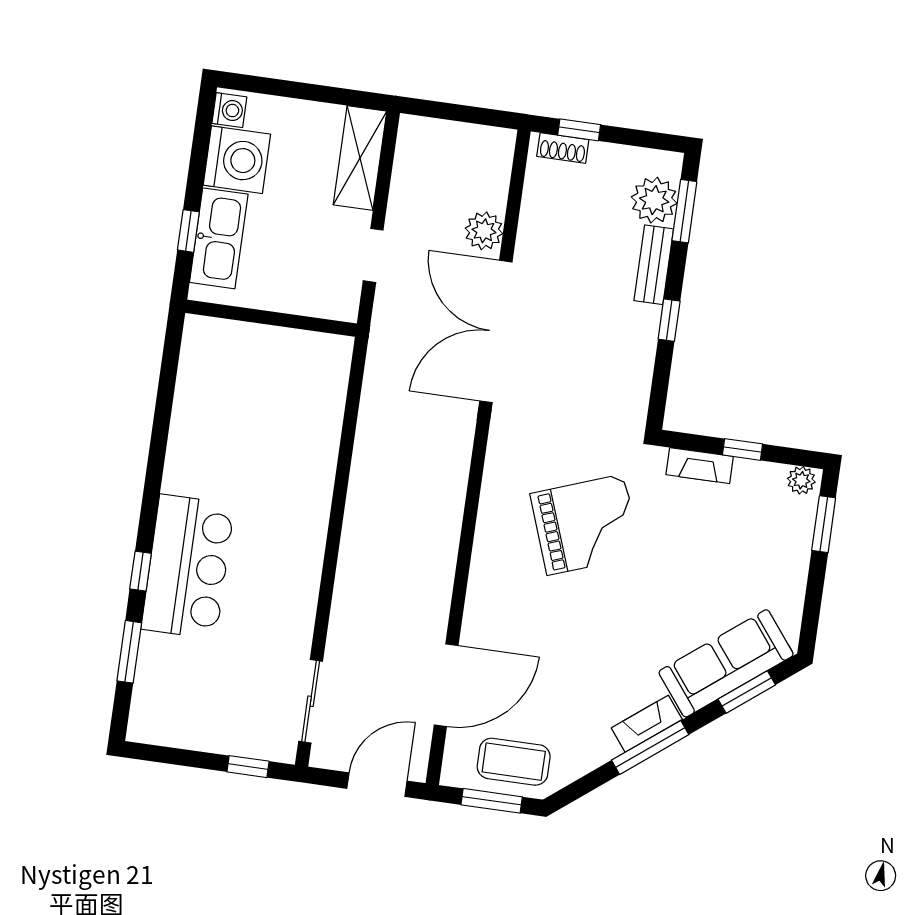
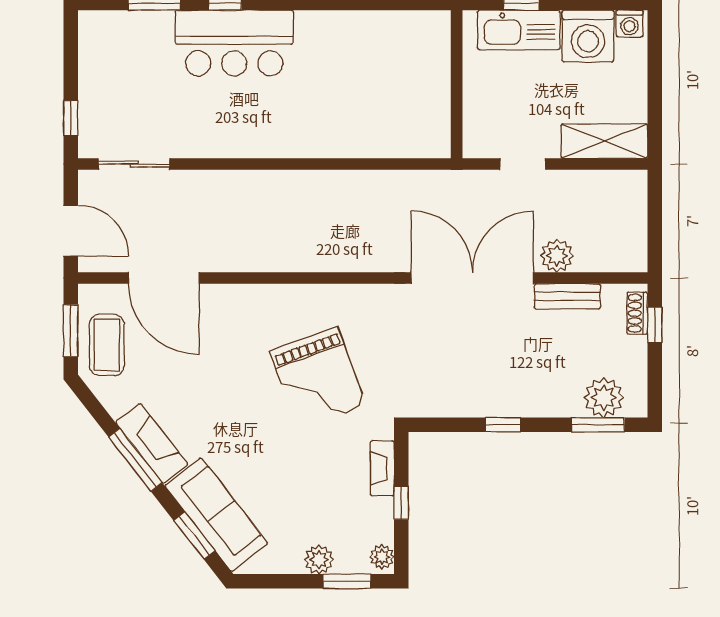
bench: (654, 265) -> (567, 296), moved
plant: (794, 553) -> (319, 560), added
fireplace: (647, 724) -> (152, 443), width x1.37, depth x1.32

